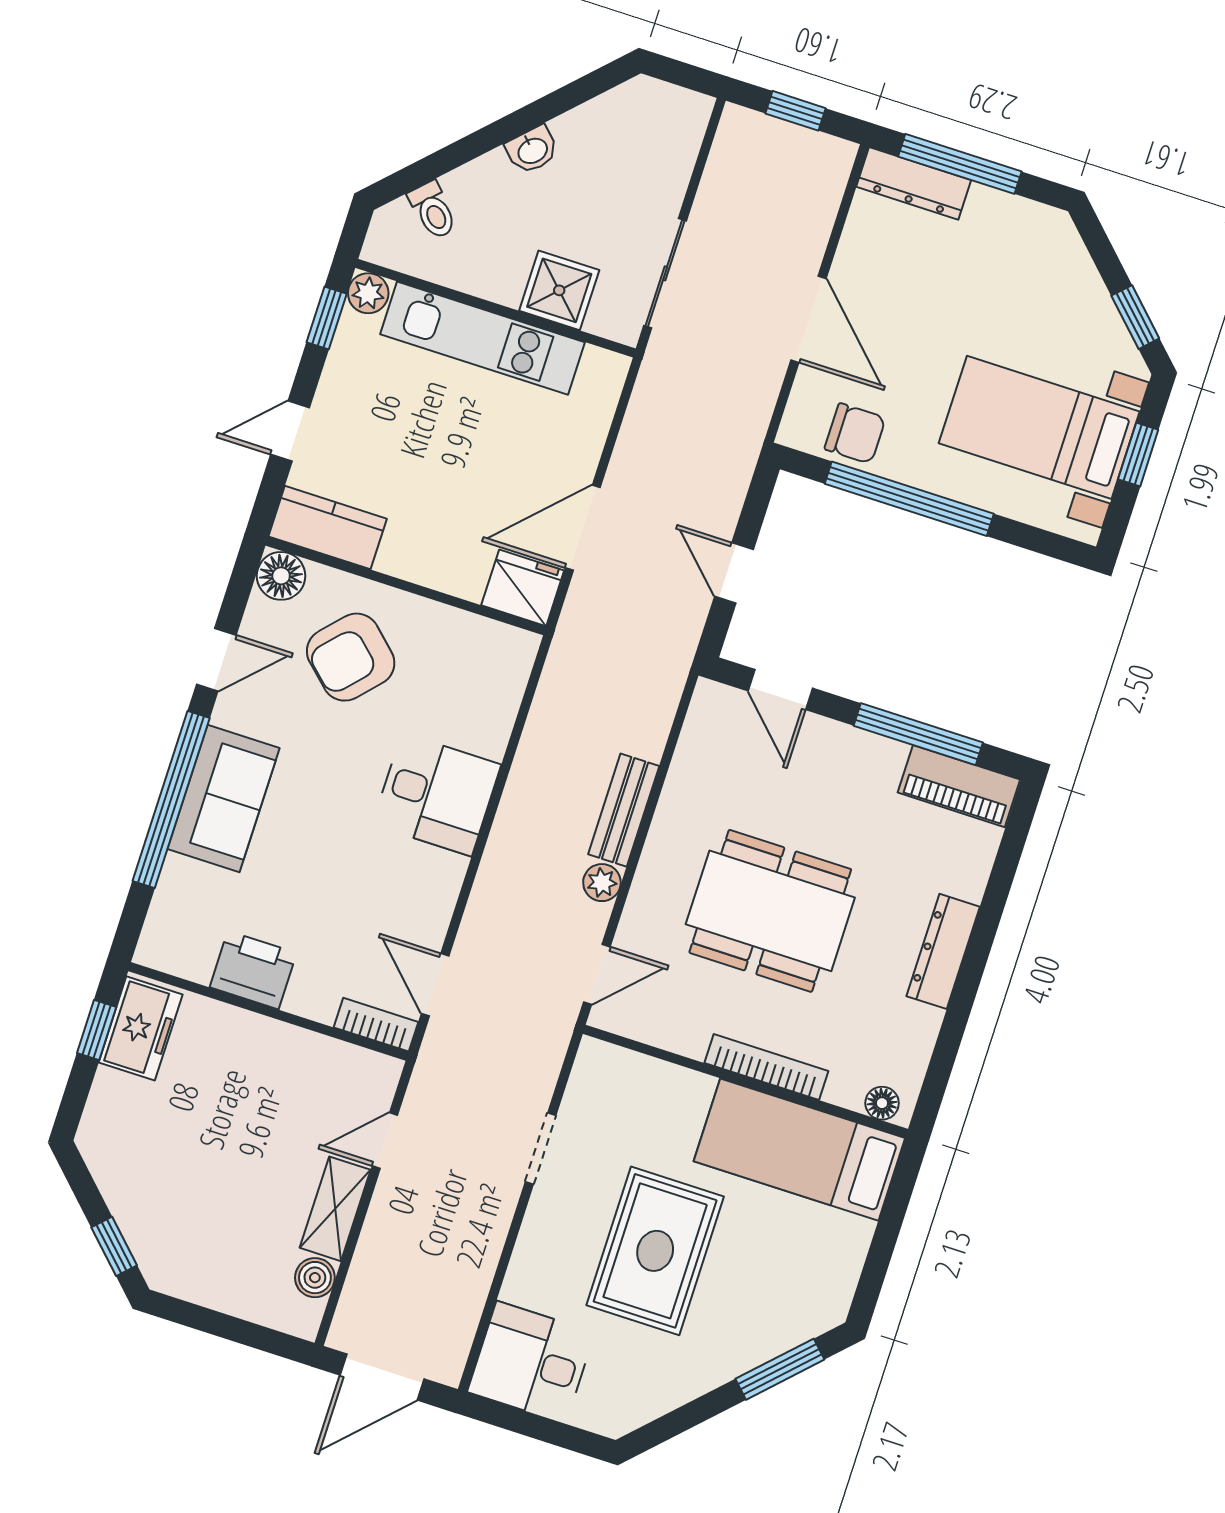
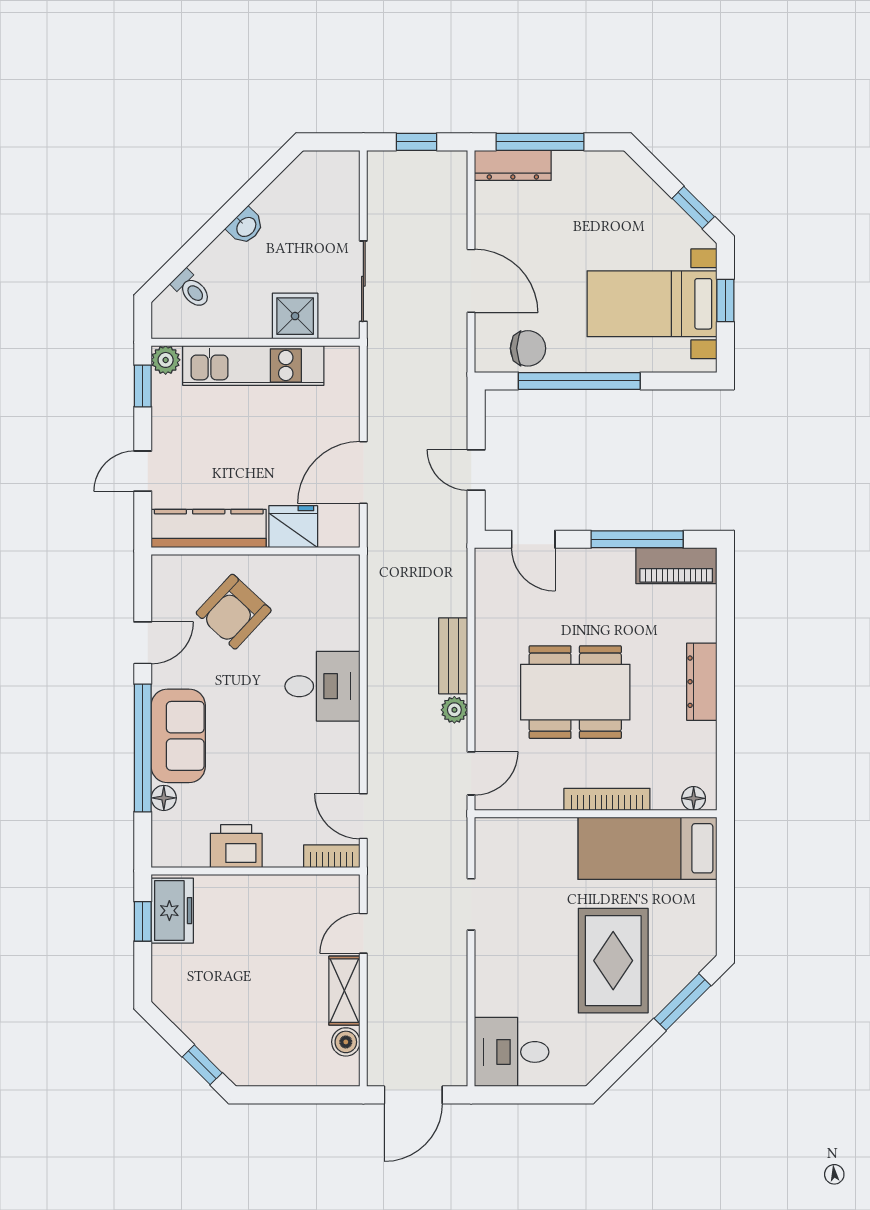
kitchen counter: (328, 528) -> (209, 528), width x1.50
floor lamp: (281, 576) -> (164, 798), moved, width x0.73, depth x0.73
fridge: (523, 588) -> (293, 527), moved
rug: (655, 1251) -> (613, 961), moved

